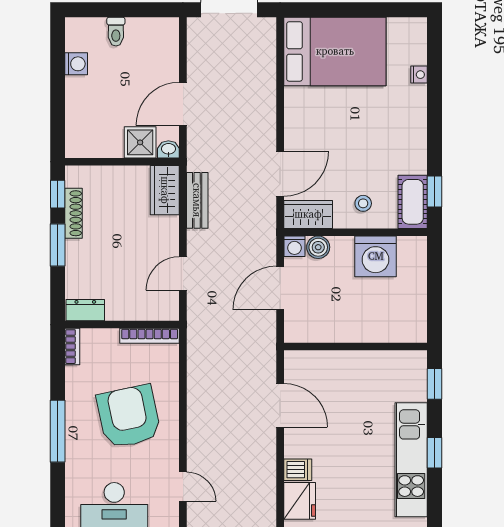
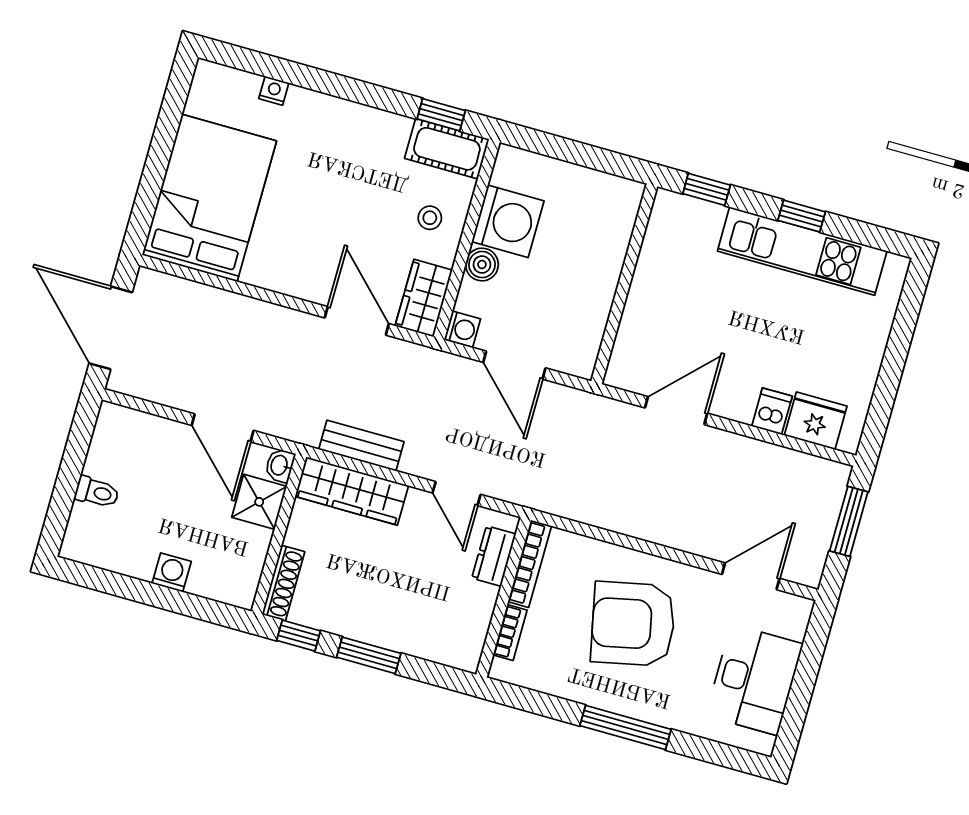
washing machine: (76, 64) -> (172, 572), moved
wardrobe: (165, 190) -> (352, 491), width x1.50
shoe rack: (73, 213) -> (283, 583), moved, turned 90
boiler: (318, 247) -> (482, 265), moved
dresser: (85, 310) -> (494, 556), moved
bookcase: (72, 347) -> (510, 632), moved, turned 90
door: (183, 487) -> (751, 576), width x1.38

